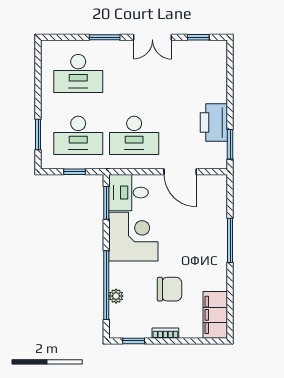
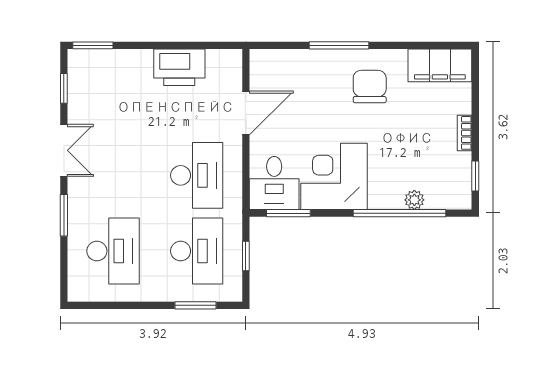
window: (230, 144) -> (93, 45), moved
chair: (170, 289) -> (370, 87), moved

